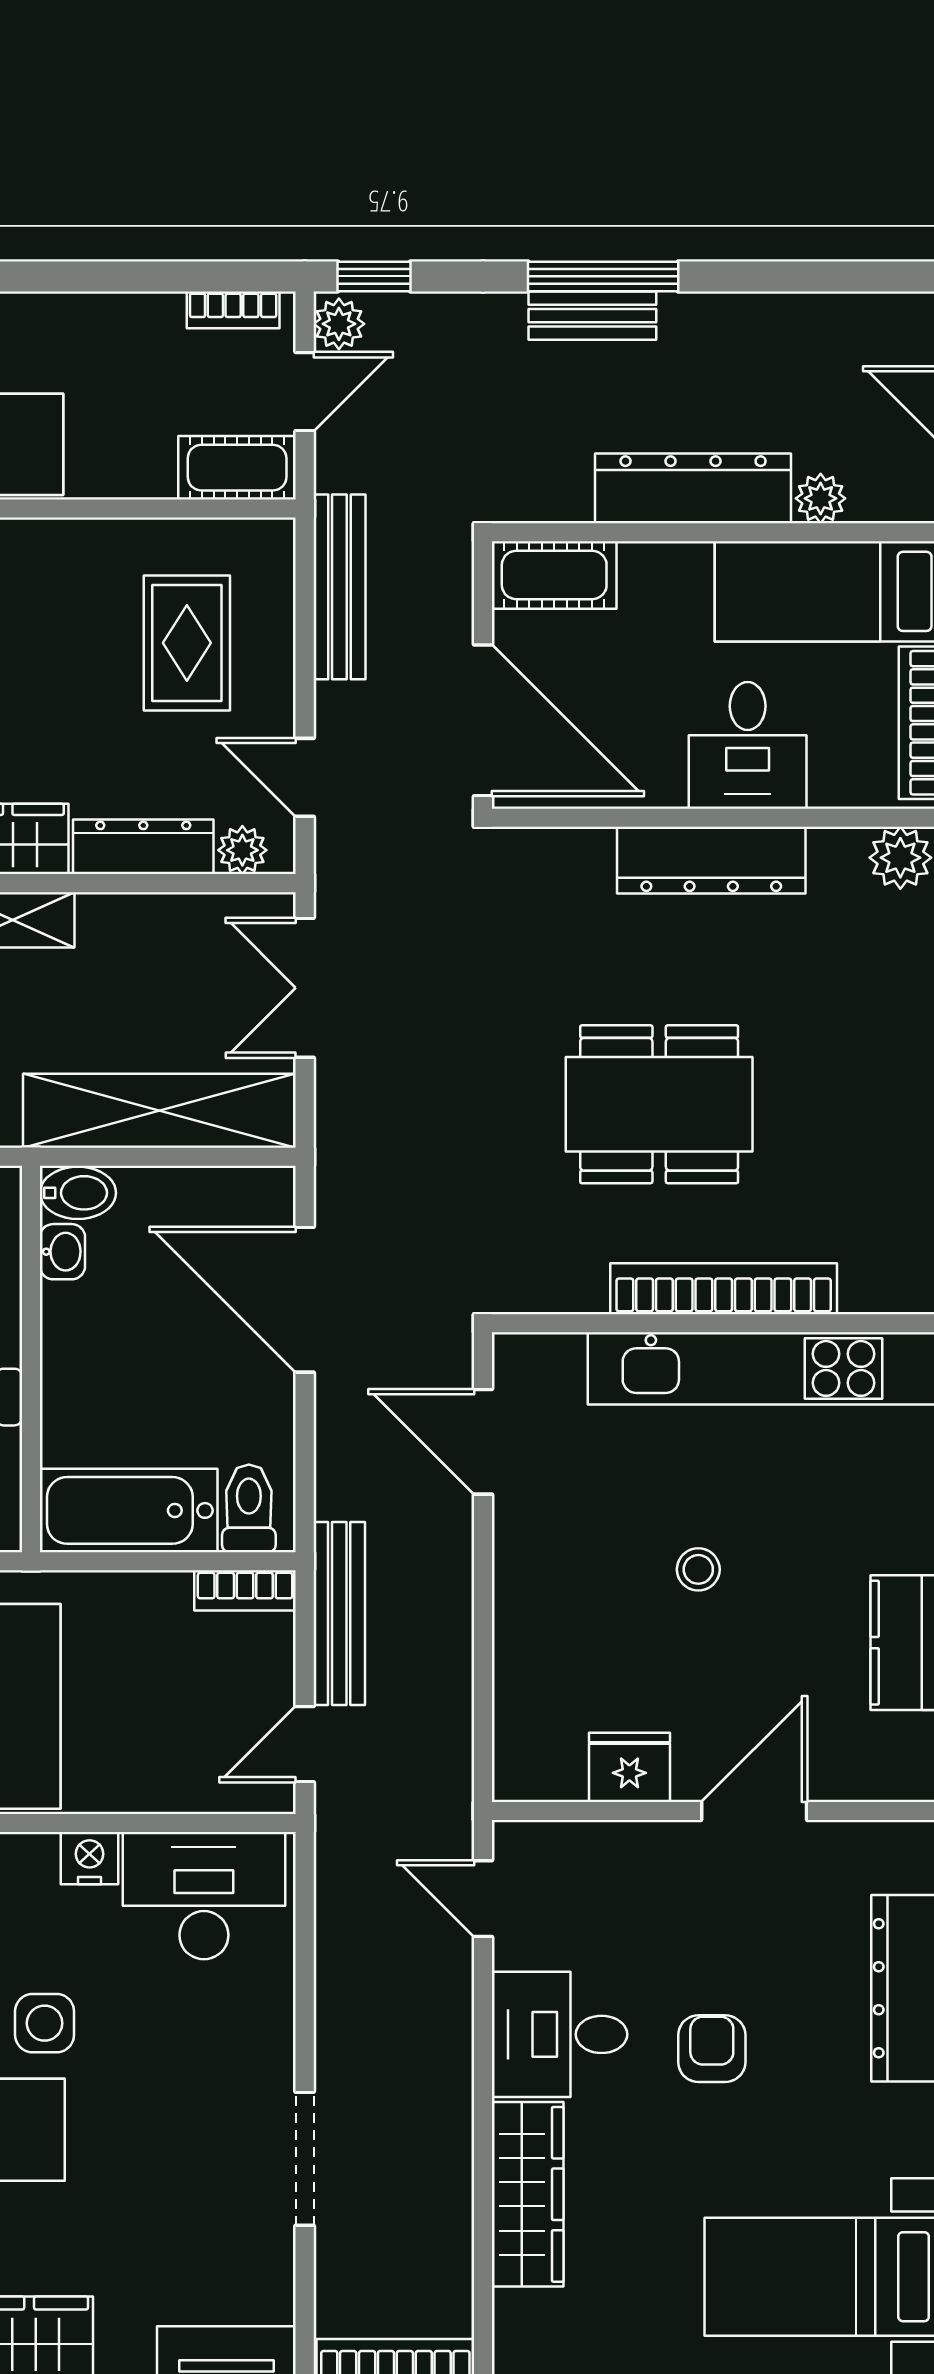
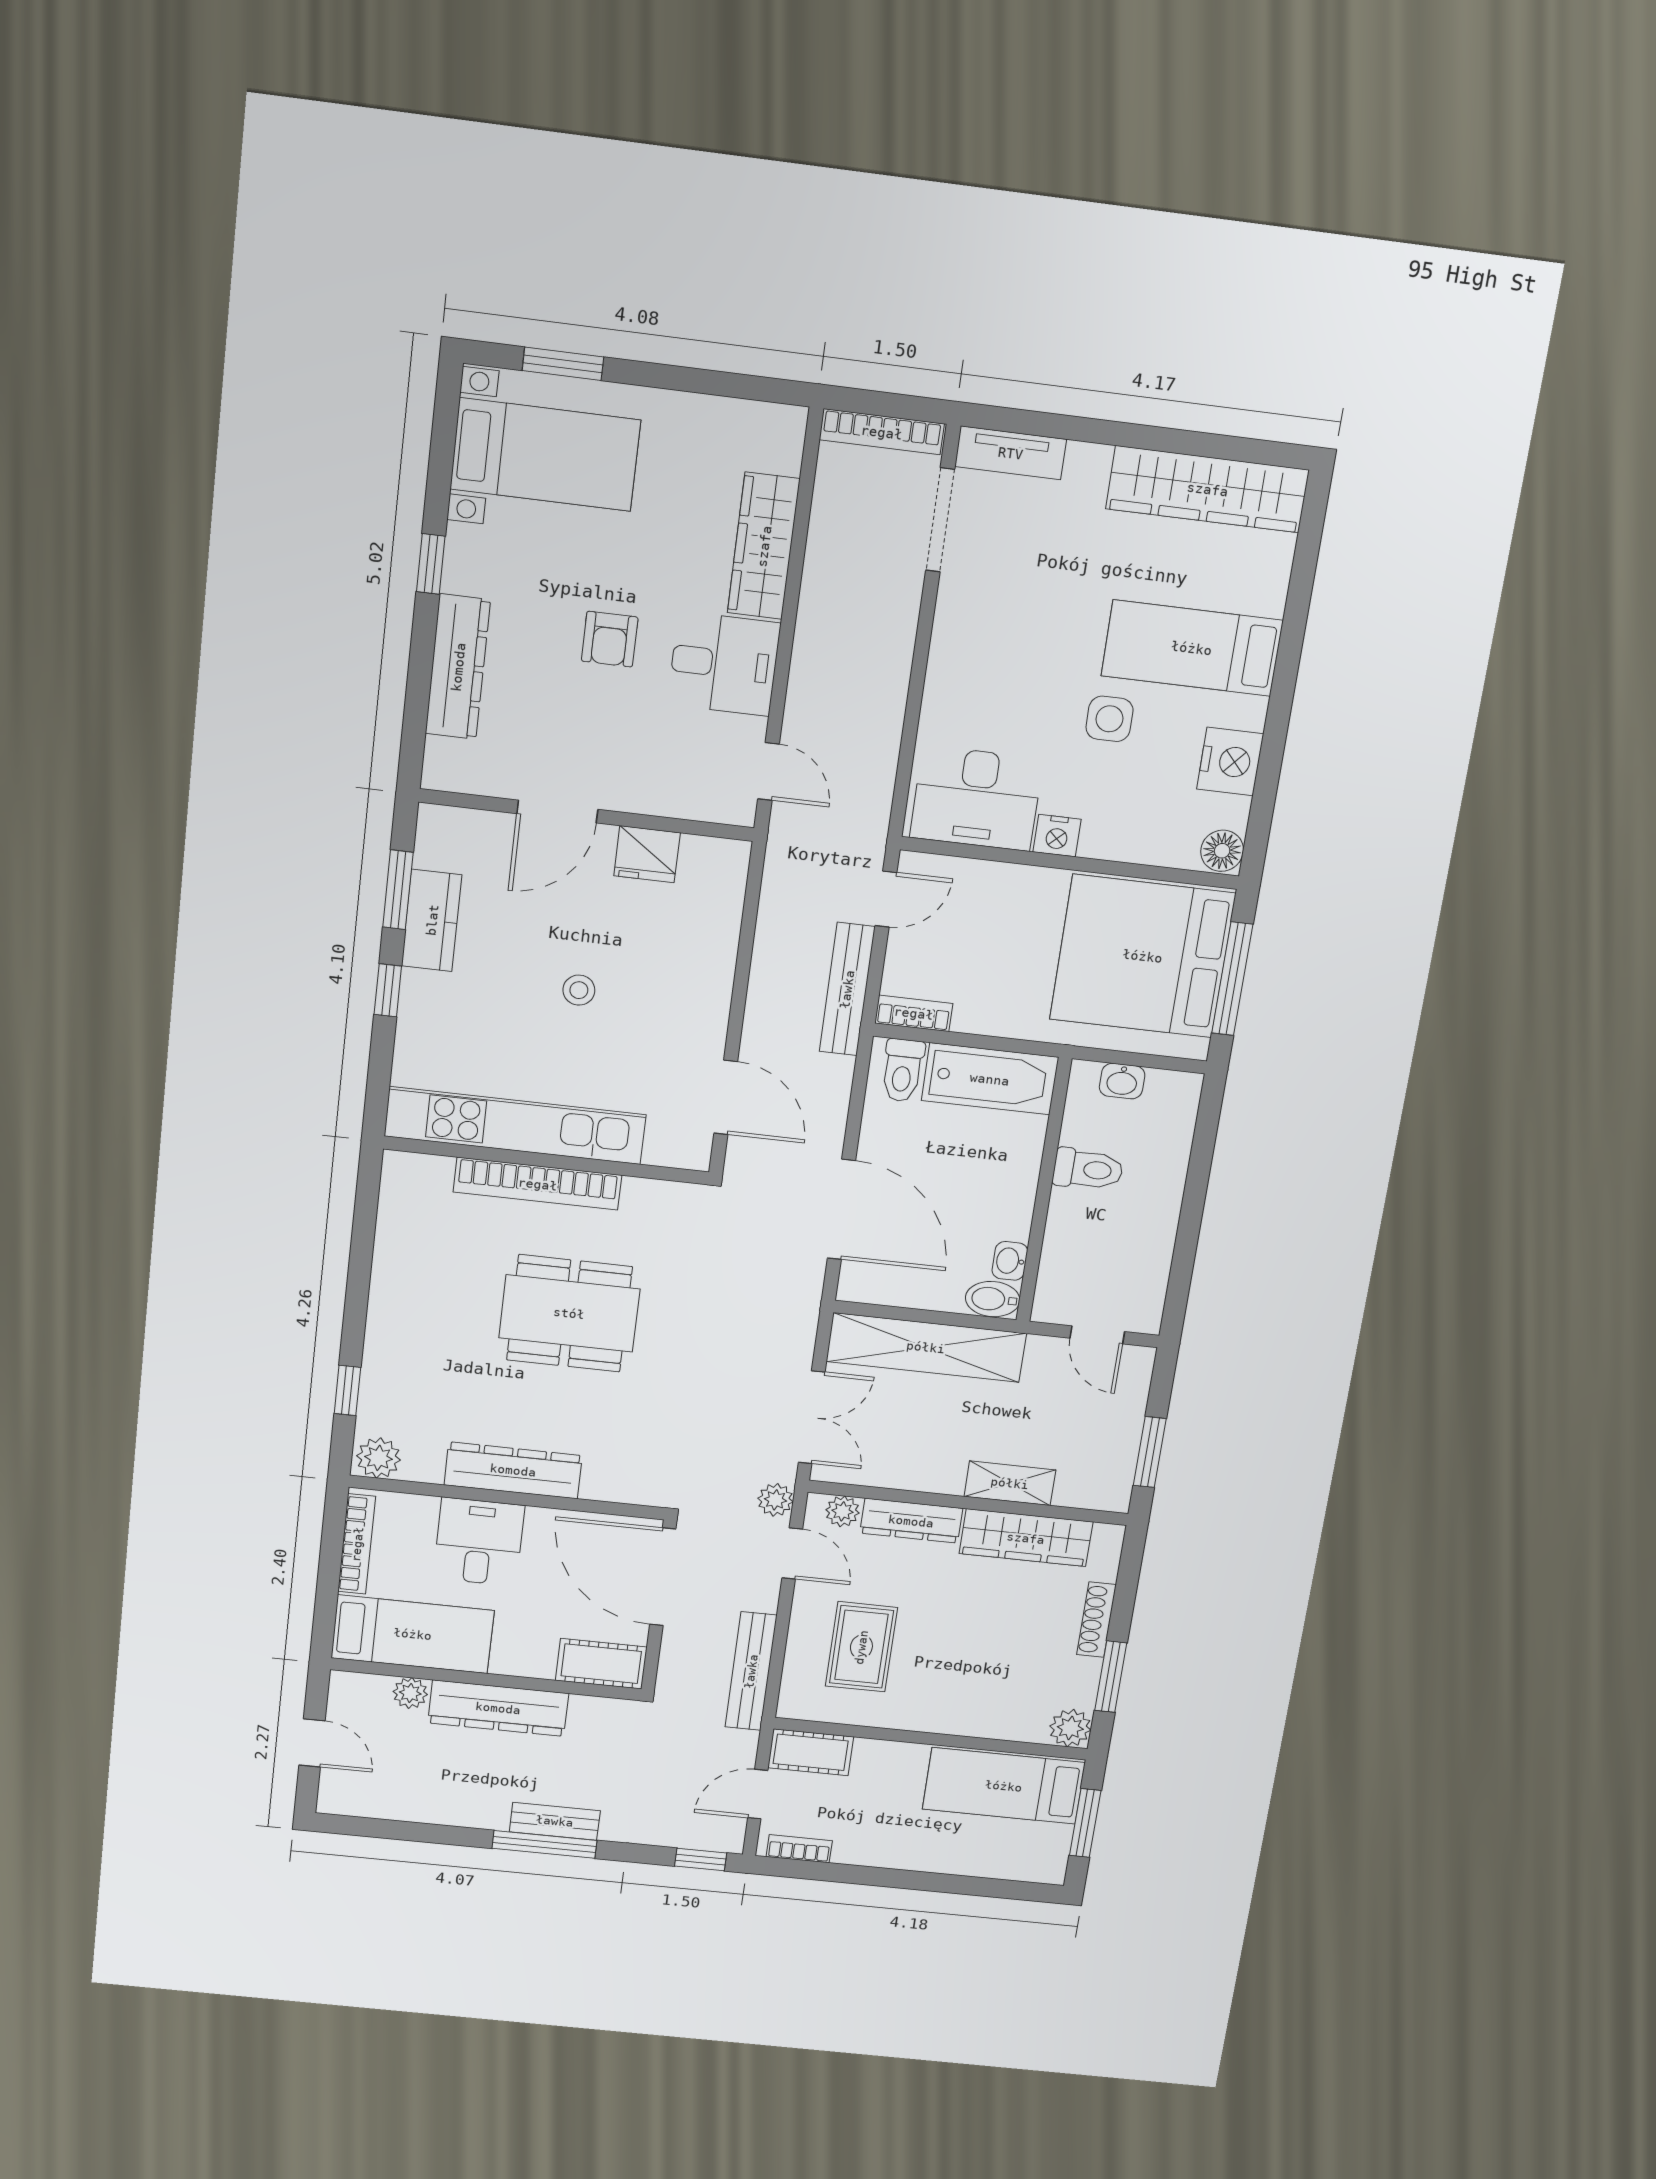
plant: (339, 324) -> (775, 1500), moved
doorway: (305, 2159) -> (940, 520), moved

